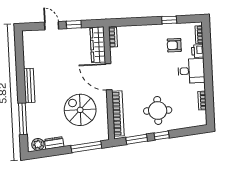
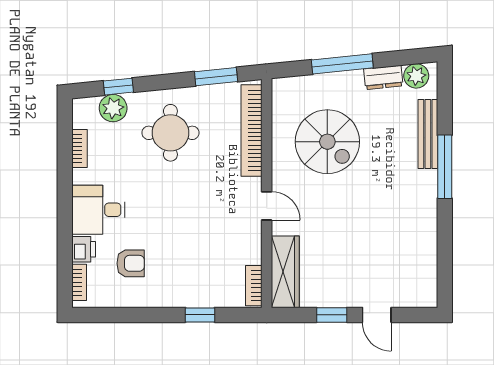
window: (169, 20) -> (200, 315), moved
door: (109, 77) -> (267, 206), width x0.53
bench: (29, 85) -> (428, 134), moved
window: (23, 119) -> (445, 167), moved
plant: (187, 121) -> (113, 108), added
window: (162, 135) -> (118, 87), moved
window: (86, 147) -> (342, 64), moved

